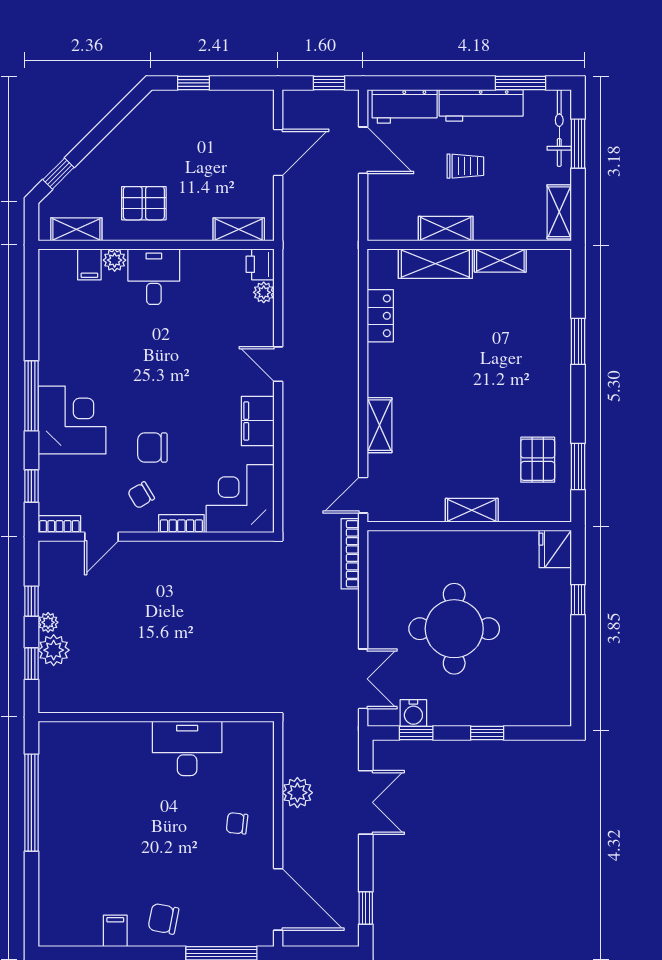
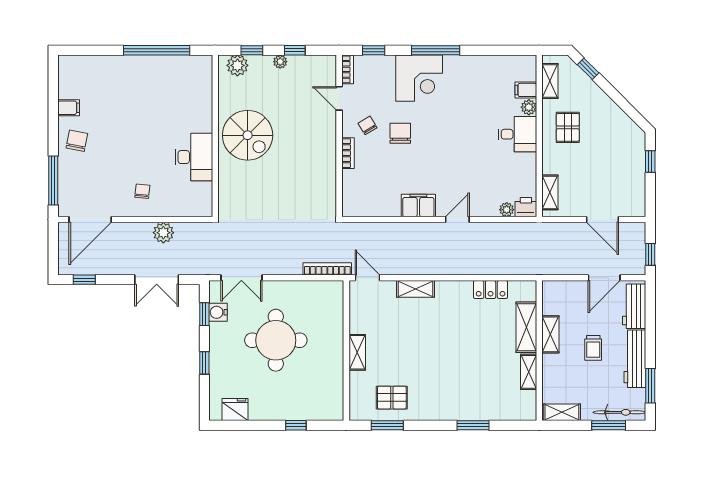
corner desk: (240, 499) -> (365, 193), removed
fridge: (555, 549) -> (235, 410), moved
plant: (54, 650) -> (237, 65), moved
spiral stairs: (155, 670) -> (248, 135), added

